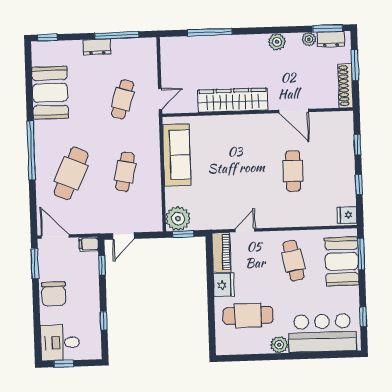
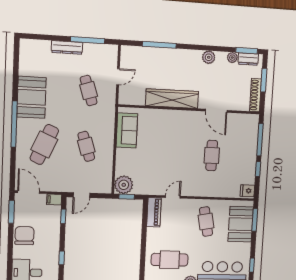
window: (47, 38) -> (33, 36), removed
dresser: (97, 47) -> (67, 47), width x1.44
booth: (50, 93) -> (32, 97), moved
cafe table: (123, 99) -> (89, 91), turned -36
door: (160, 99) -> (118, 77), moved
window: (358, 145) -> (260, 140), width x2.17
sofa: (177, 155) -> (127, 130), width x0.73
cafe table: (125, 172) -> (86, 146), turned -30
fridge: (224, 285) -> (154, 236), removed
chair: (54, 294) -> (24, 236), turned 180

